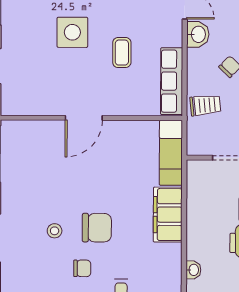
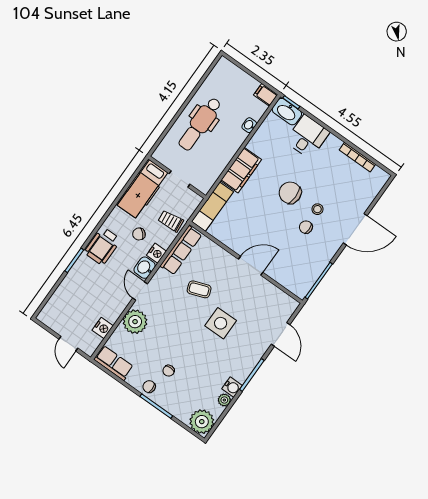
coffee table: (122, 53) -> (199, 289), turned 70
nightstand: (196, 59) -> (156, 253), added
chair: (82, 268) -> (306, 227), moved

